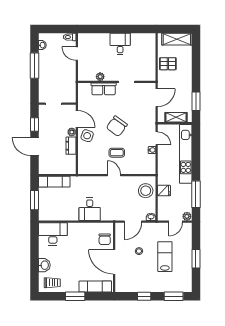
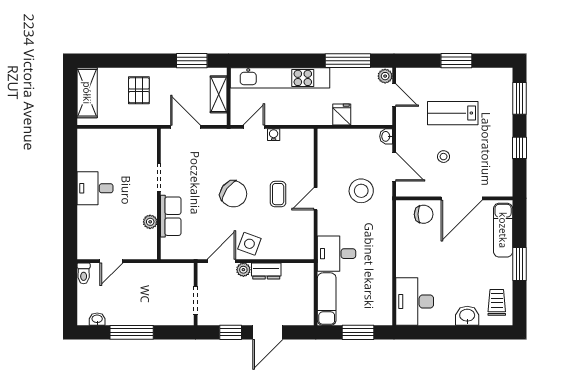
pallet: (168, 64) -> (139, 90), moved
stool: (146, 191) -> (361, 191), moved
desk: (90, 209) -> (337, 254), moved, turned 180

